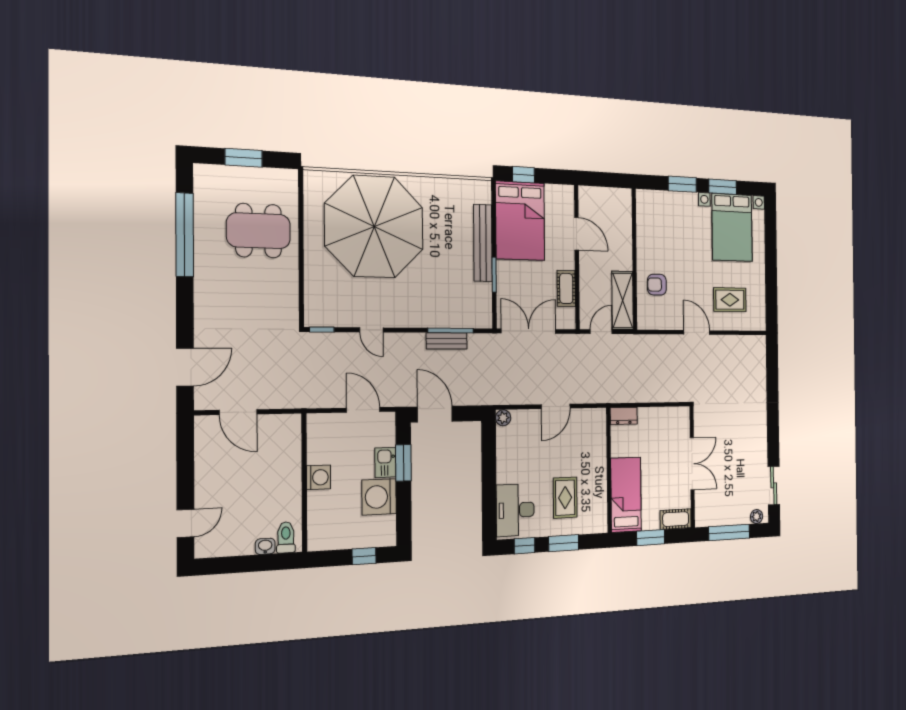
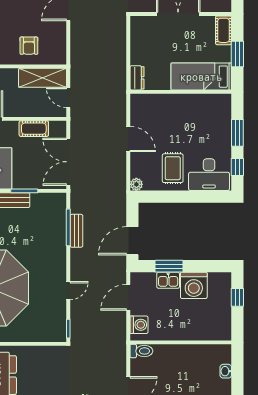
washing machine: (319, 477) -> (139, 325), moved, turned 90
rug: (565, 498) -> (173, 168), moved, turned 90
toilet: (286, 537) -> (141, 351), moved, turned 180

